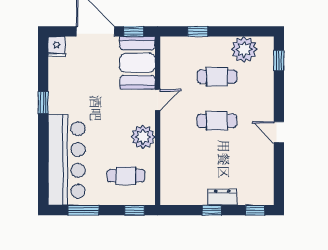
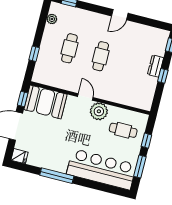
plant: (244, 49) -> (52, 19), width x0.53, depth x0.53
door: (158, 100) -> (85, 97), moved
window: (43, 103) -> (57, 176), width x2.17
cafe table: (126, 176) -> (123, 130), turned 90
window: (135, 210) -> (146, 141), moved

